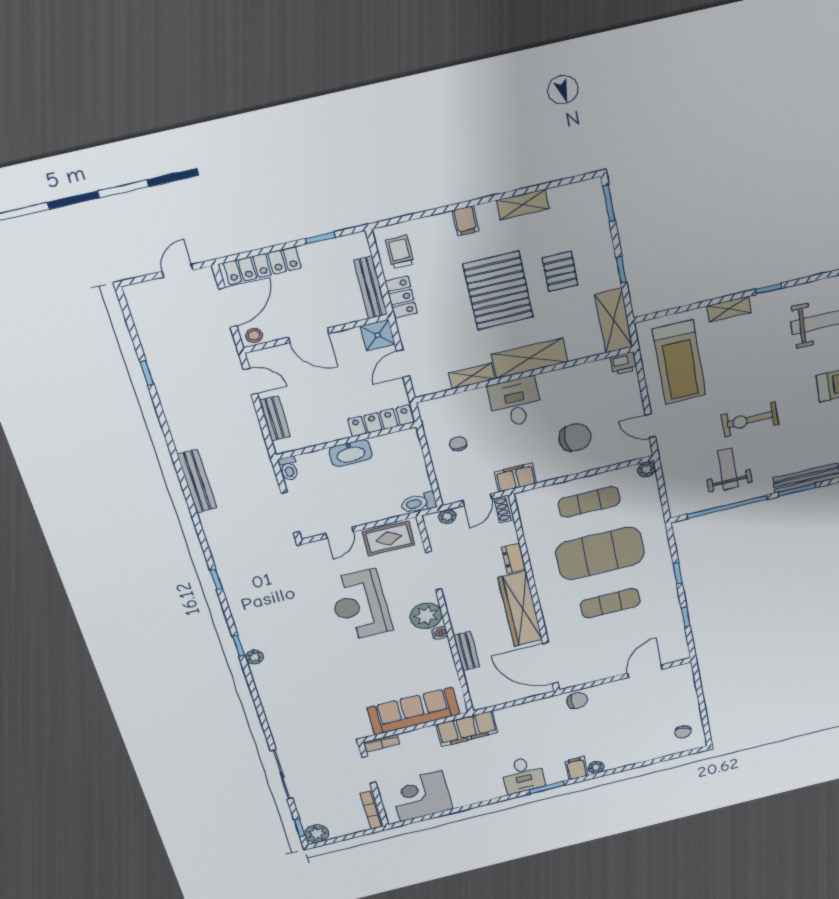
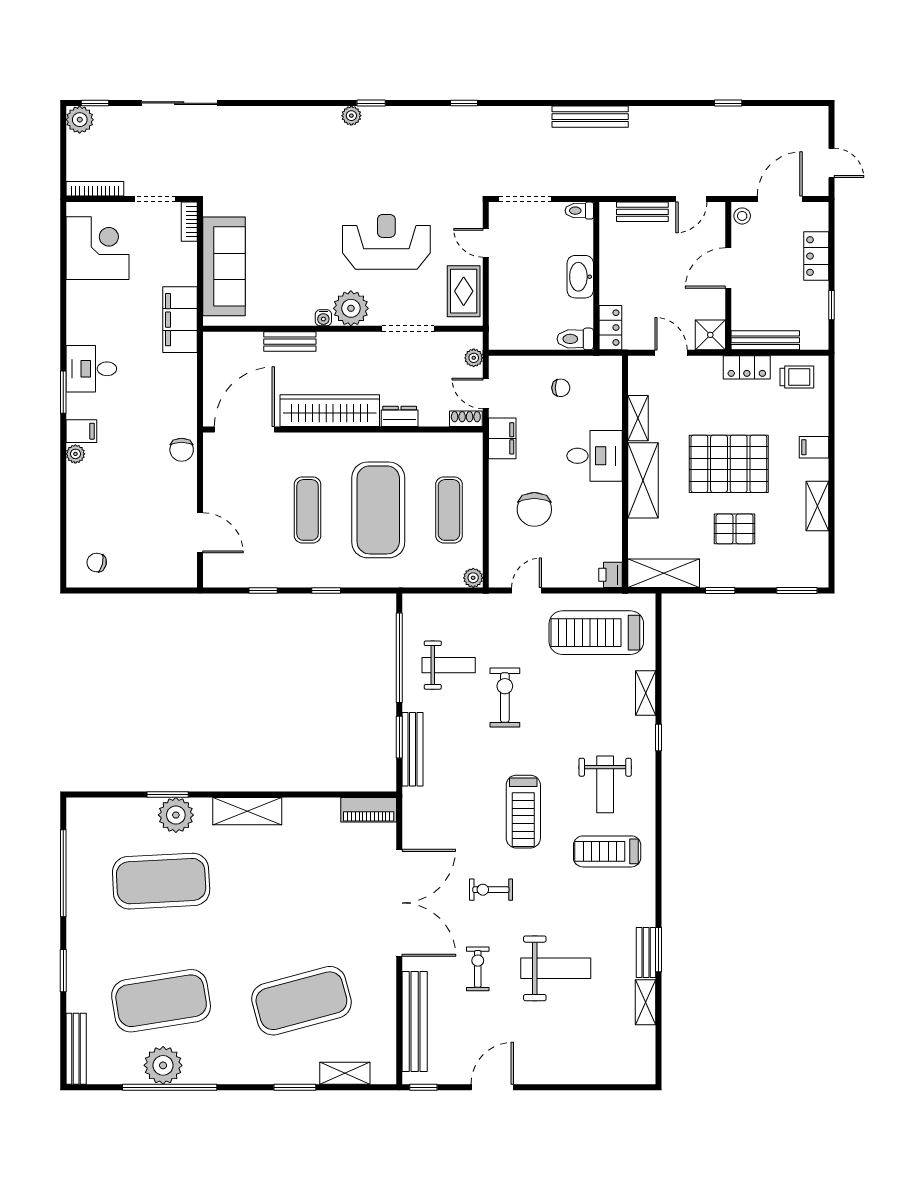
locker: (262, 266) -> (816, 256), width x0.66
door: (228, 307) -> (780, 199), swing flipped
locker: (381, 421) -> (610, 328), width x0.66
toilet: (419, 503) -> (575, 339), moved, turned -90

